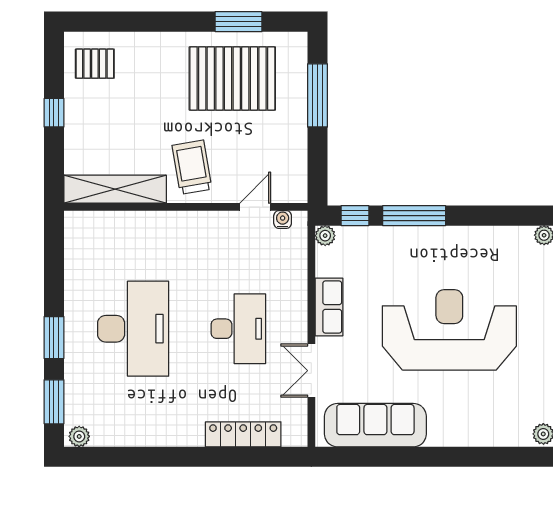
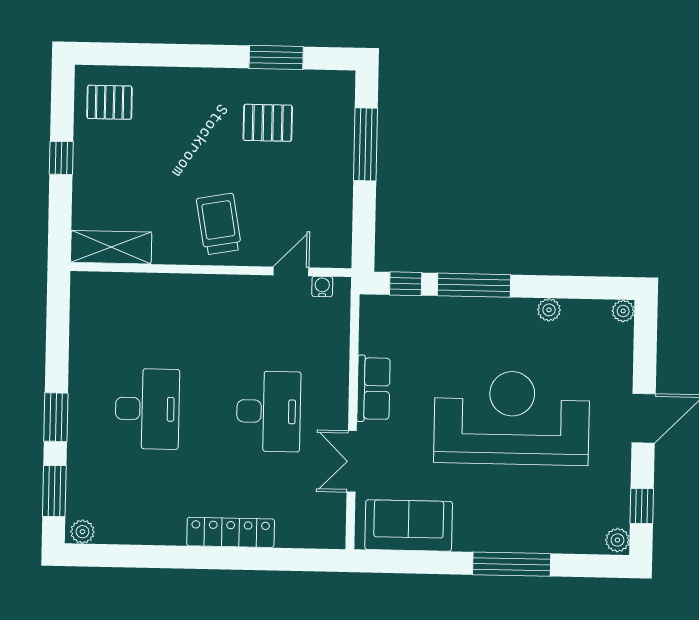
pallet: (232, 78) -> (268, 123), width x0.49, depth x0.50
shelving: (115, 189) -> (111, 247), width x0.68
plant: (325, 236) -> (549, 310), moved
desk: (133, 329) -> (147, 409), width x0.73, depth x0.77
sofa: (375, 425) -> (409, 526), width x0.73
locker: (243, 434) -> (231, 532), moved
window: (452, 457) -> (512, 564), added

